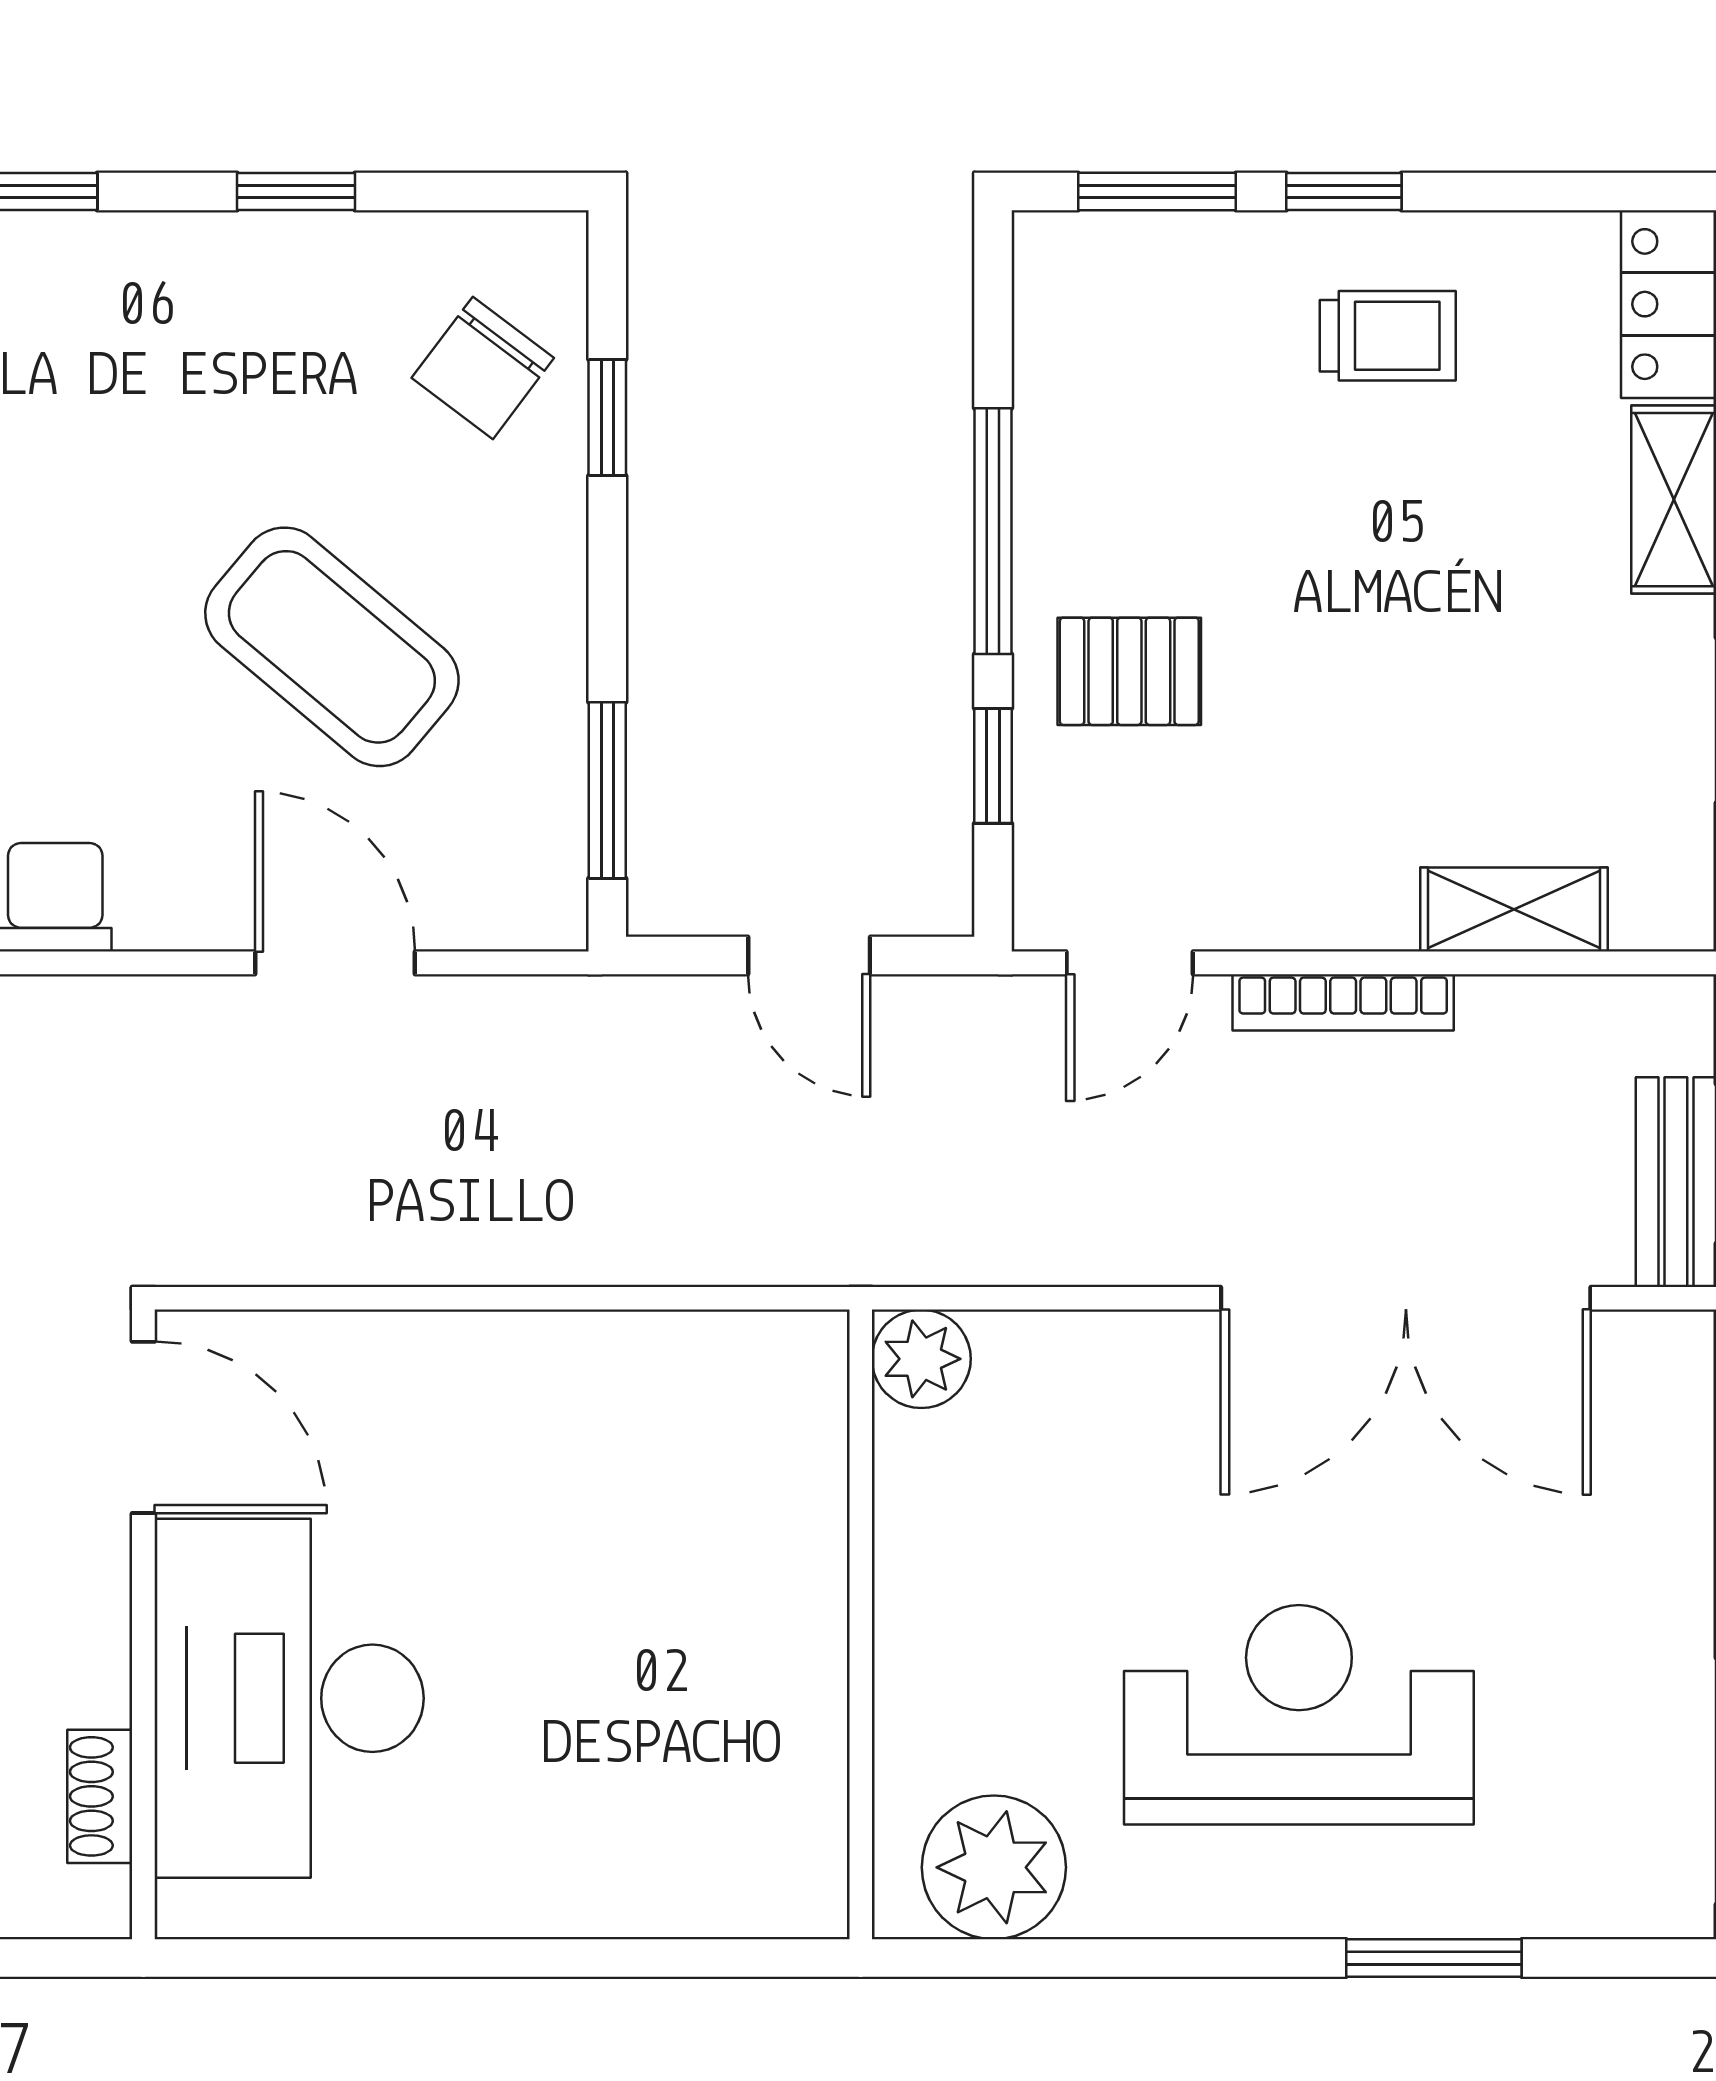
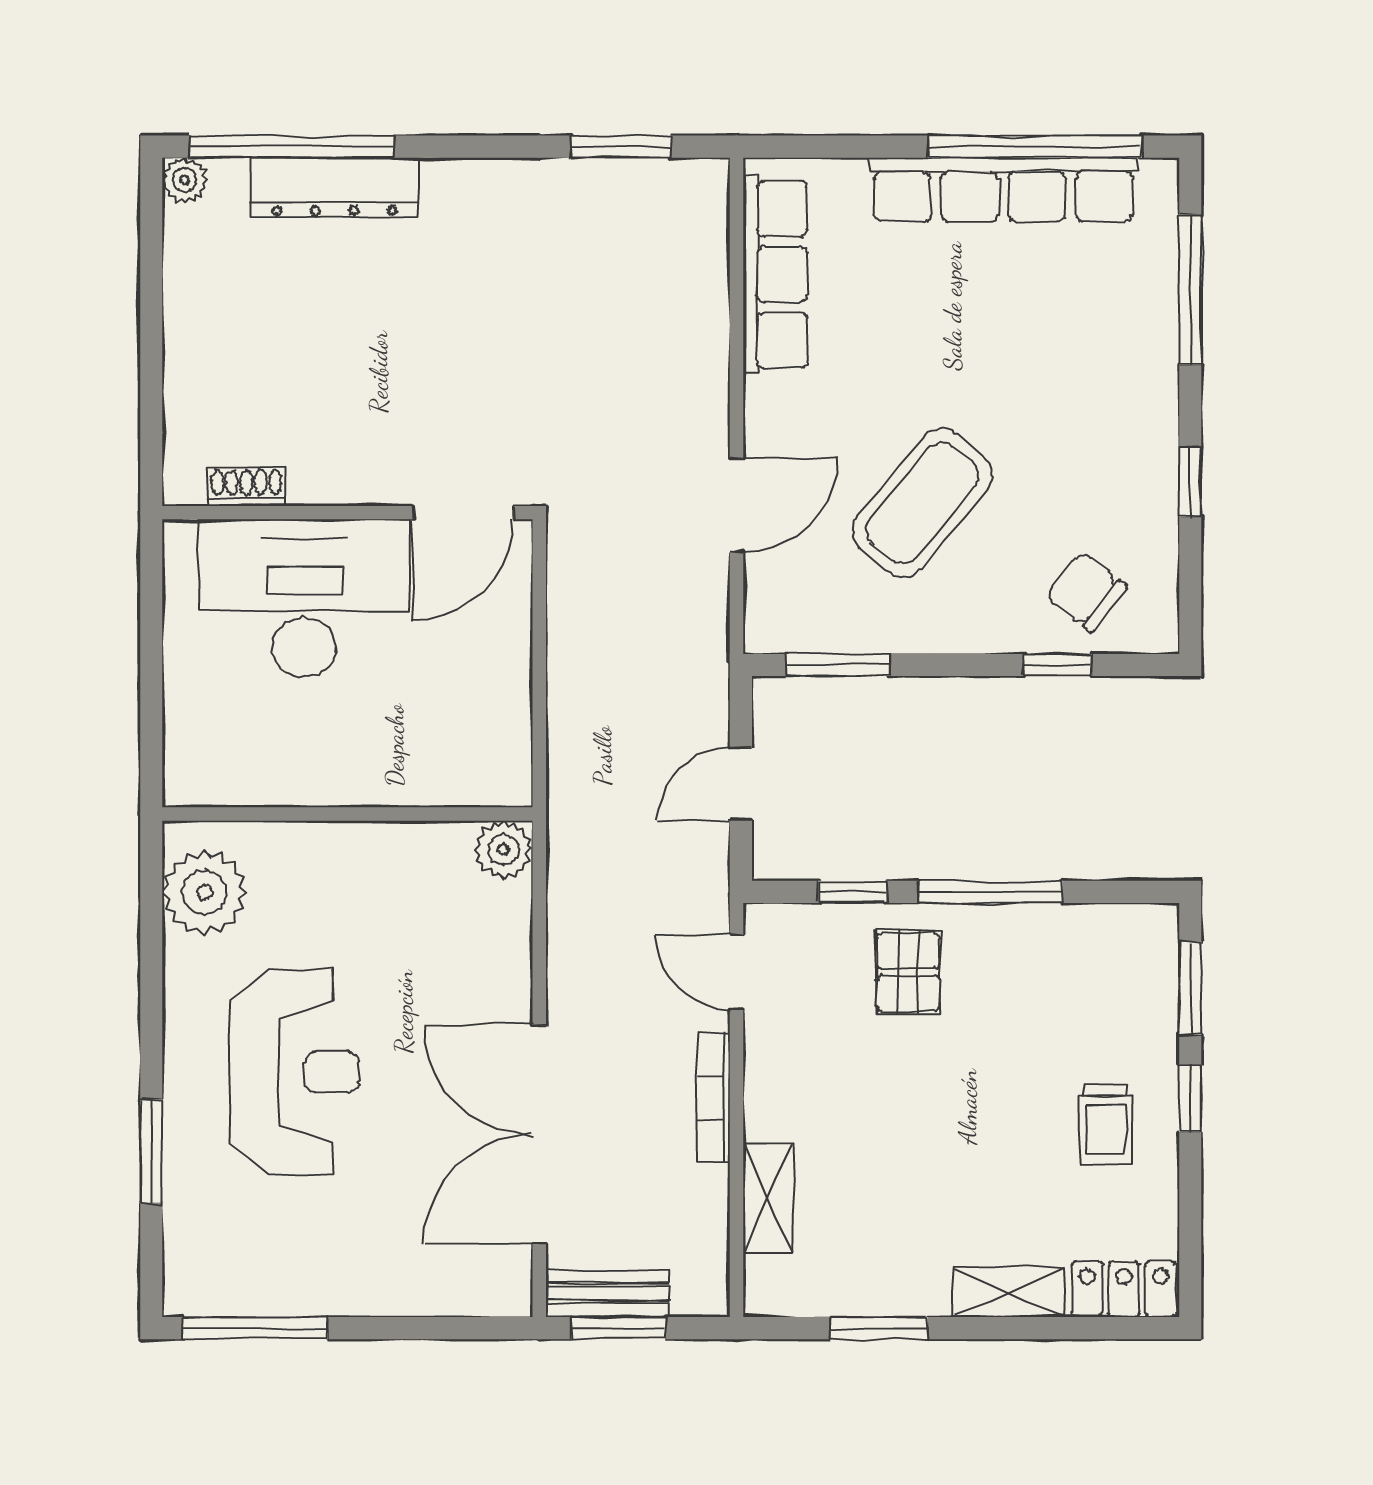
door: (143, 1427) -> (463, 513), moved
wall: (143, 1624) -> (347, 513), moved
desk: (289, 1698) -> (304, 598), moved
shoe rack: (100, 1796) -> (246, 487), moved

